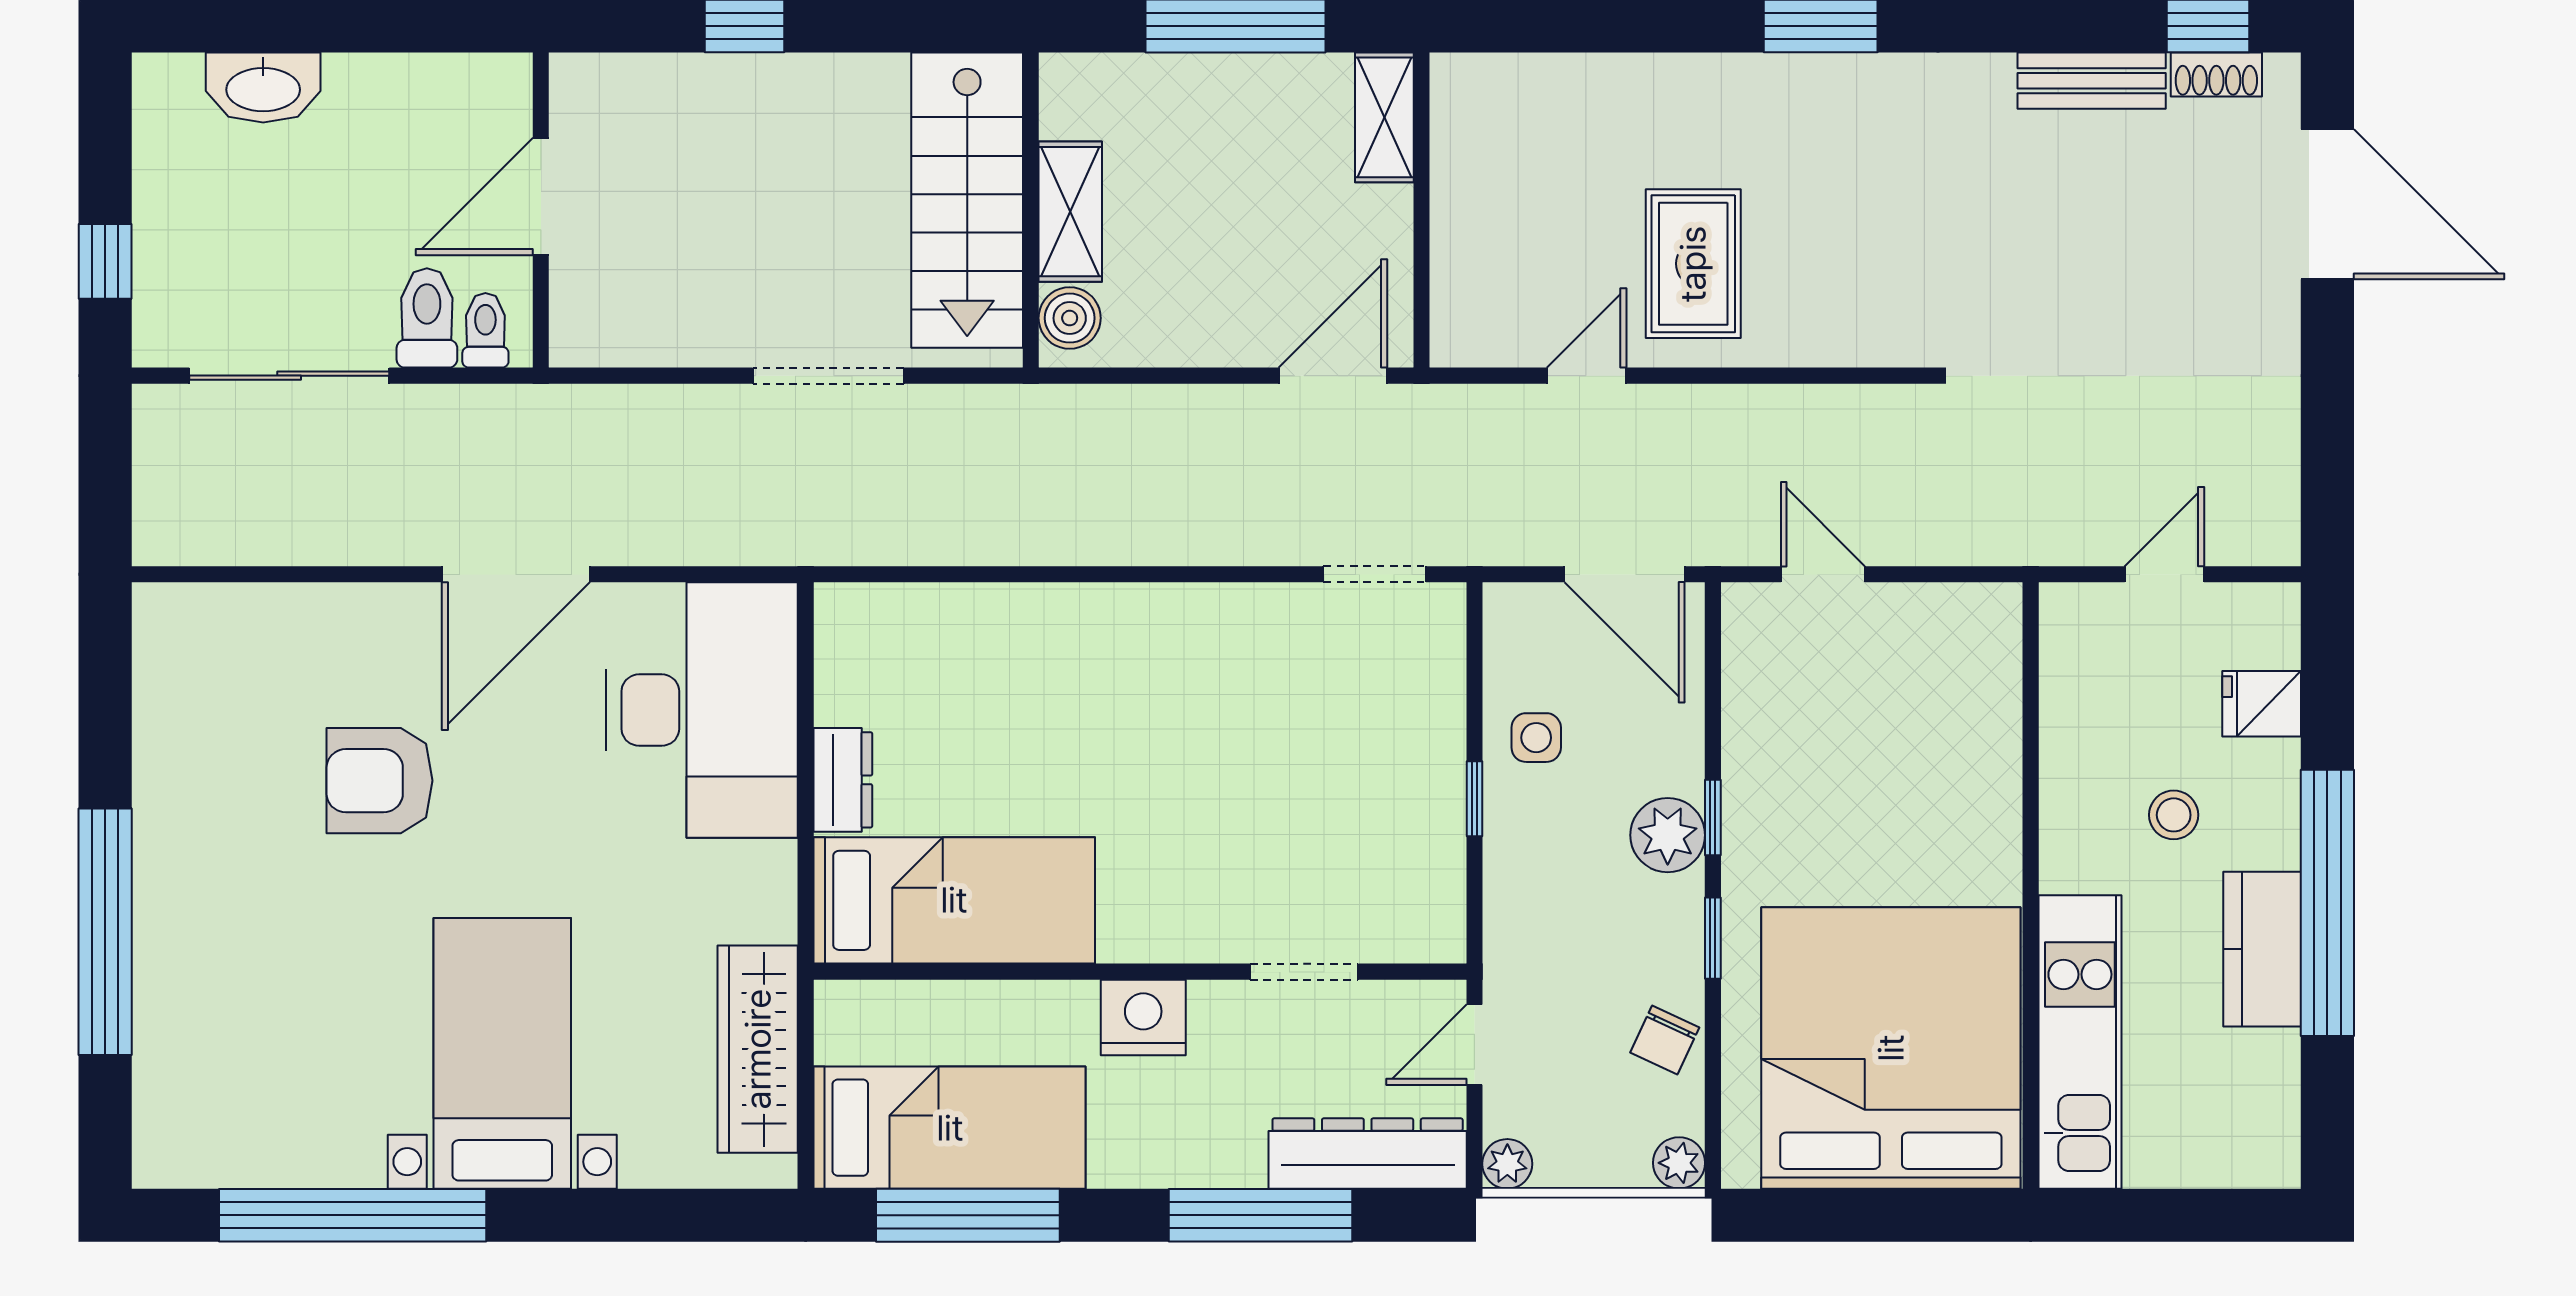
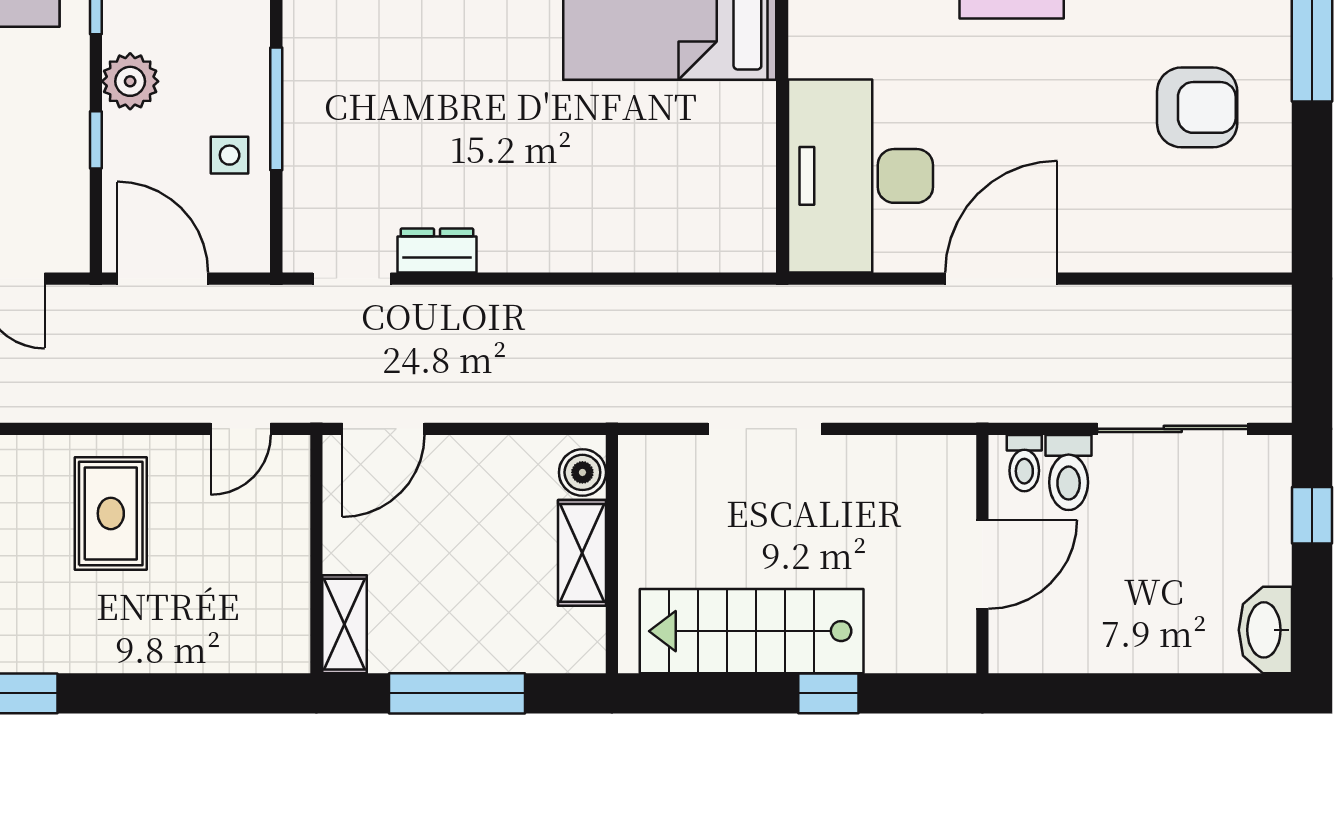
washbasin: (263, 88) -> (1265, 630), moved, turned -90
stairs: (967, 200) -> (752, 631), moved, turned -90
door: (1587, 376) -> (241, 429), moved
dresser: (843, 780) -> (437, 251), moved, turned 90
armchair: (379, 781) -> (1197, 107), moved
window: (1474, 799) -> (276, 109), width x2.17
window: (1713, 817) -> (96, 140), moved

